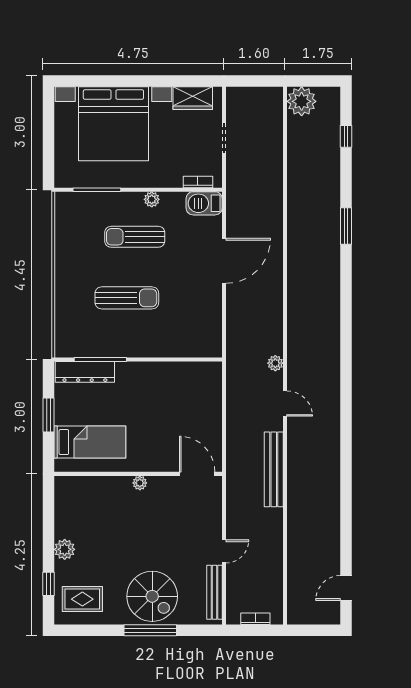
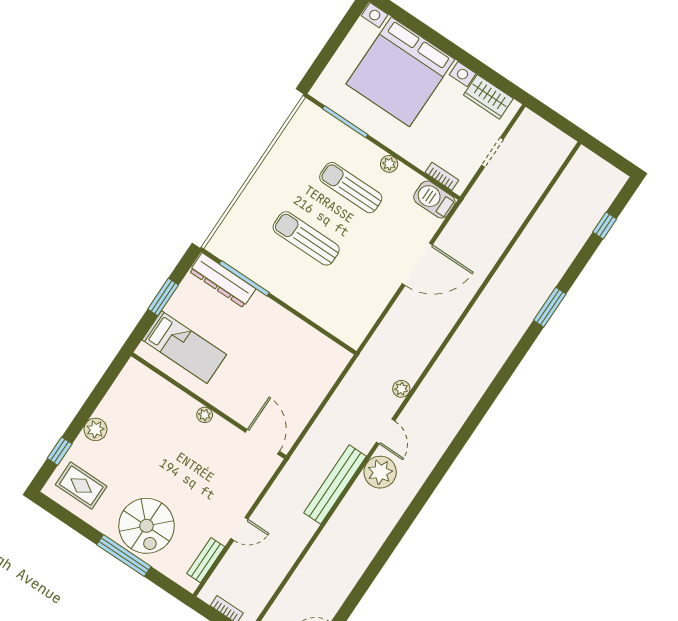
plant: (302, 101) -> (380, 472), moved
sun lounger: (127, 298) -> (306, 238), turned 180
bench: (214, 592) -> (206, 560), width x0.73

